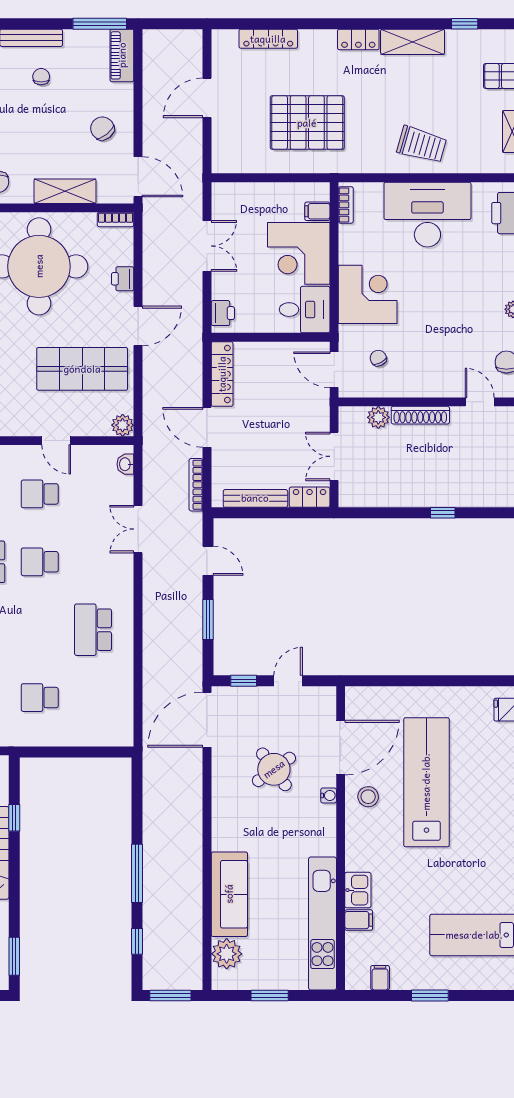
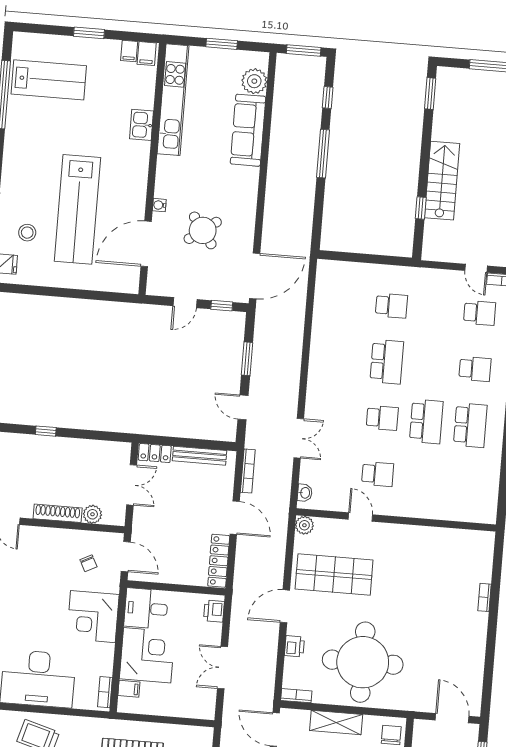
school desk: (93, 630) -> (387, 362), moved
stool: (368, 797) -> (27, 233), moved
filing cabinet: (359, 920) -> (147, 54), moved, turned -90

